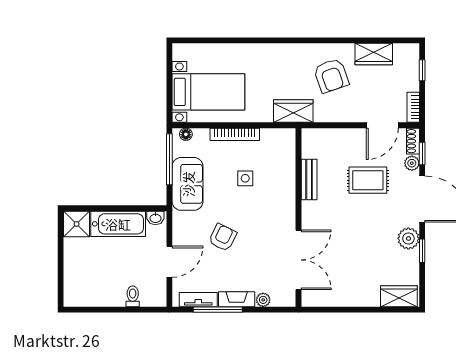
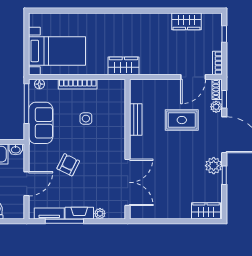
armchair: (331, 76) -> (153, 38), removed

